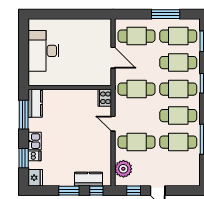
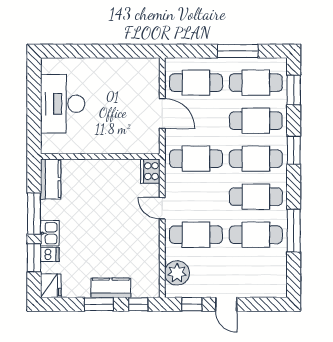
window: (24, 115) -> (34, 214), moved
kitchen counter: (89, 179) -> (111, 288), moved

